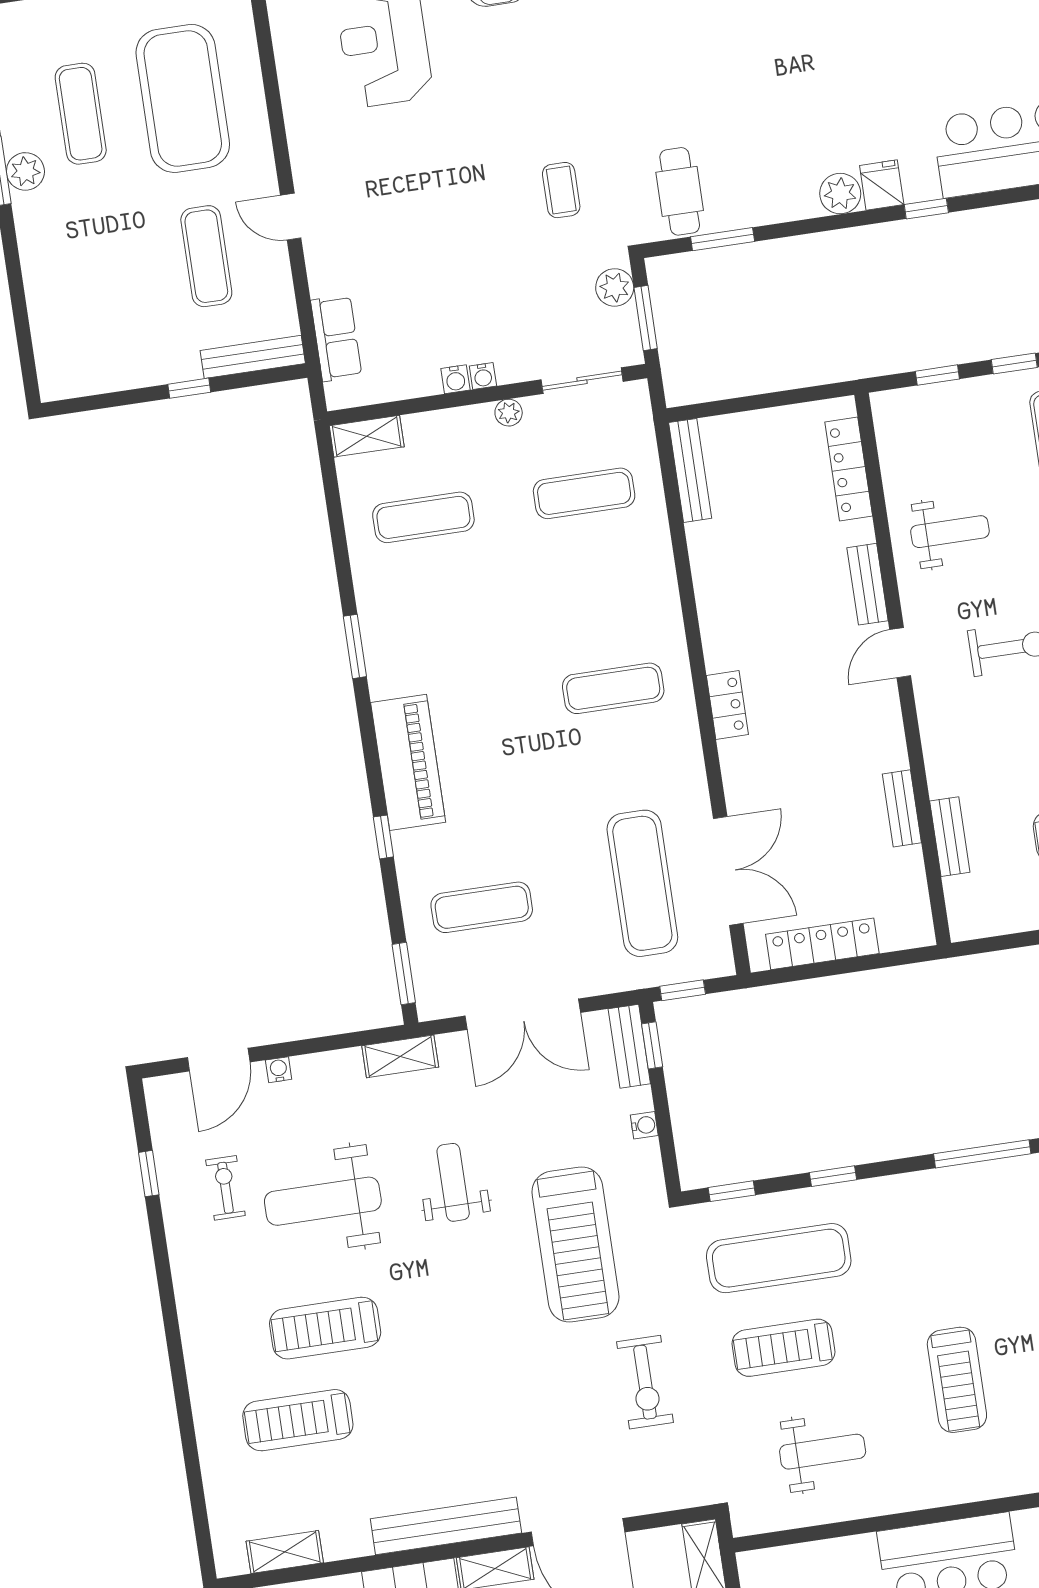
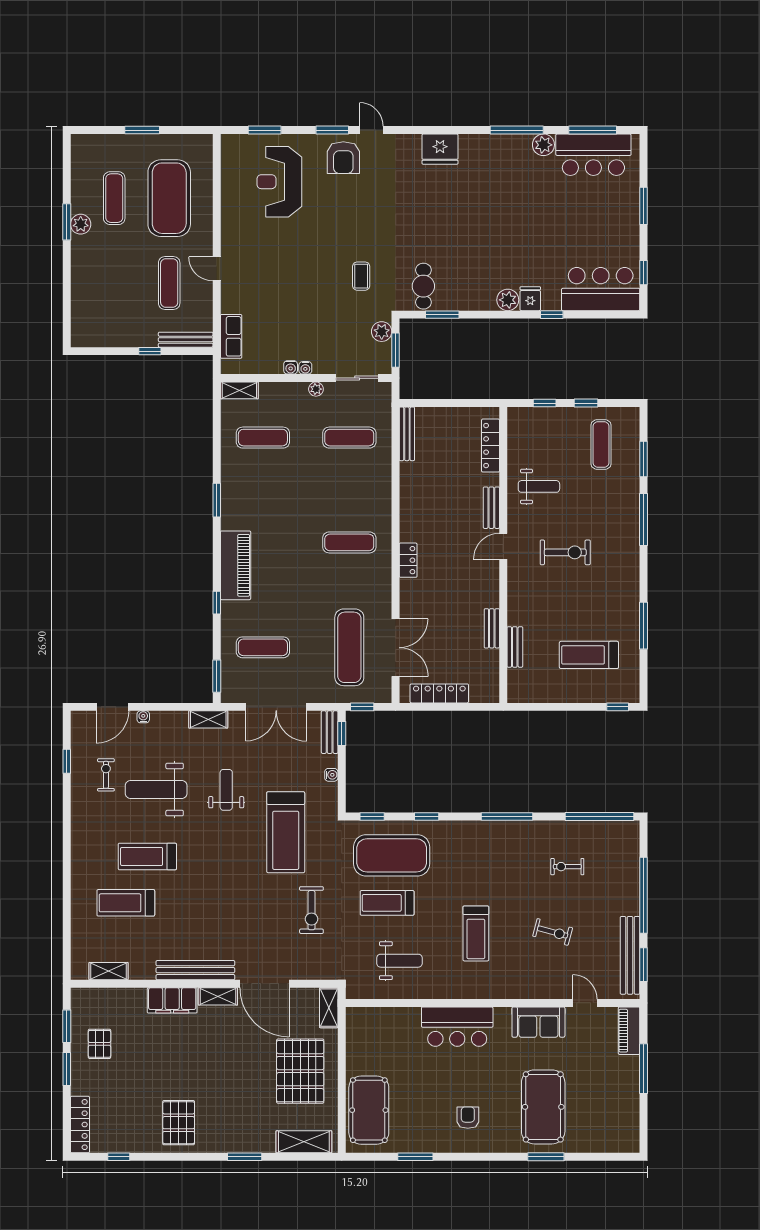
exercise mat: (779, 1258) -> (392, 855), width x1.47

